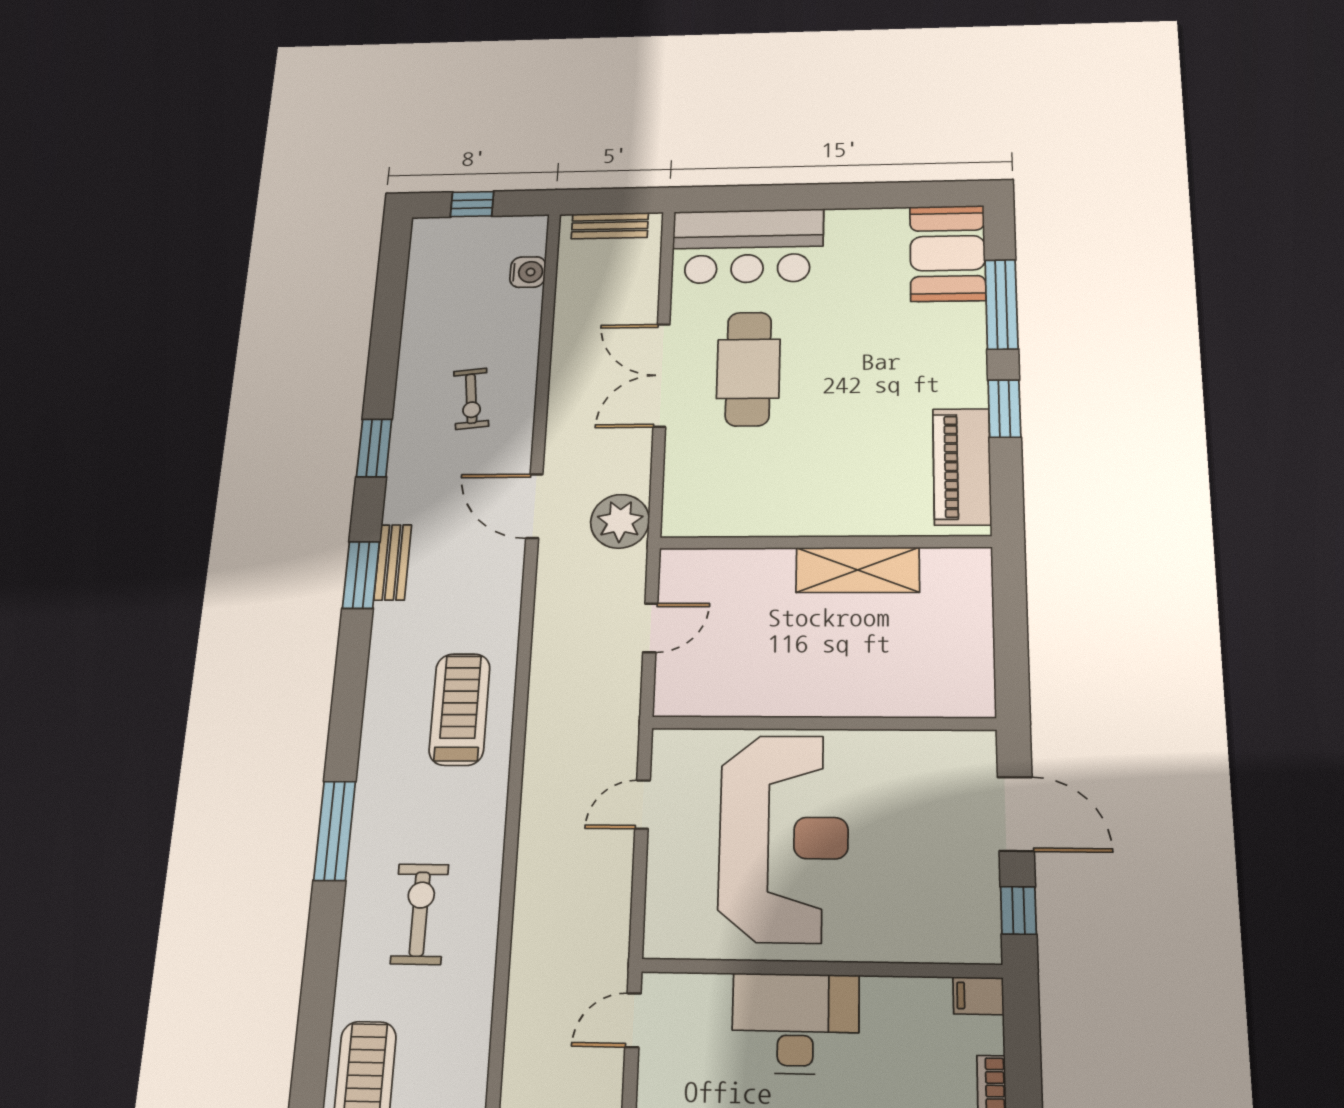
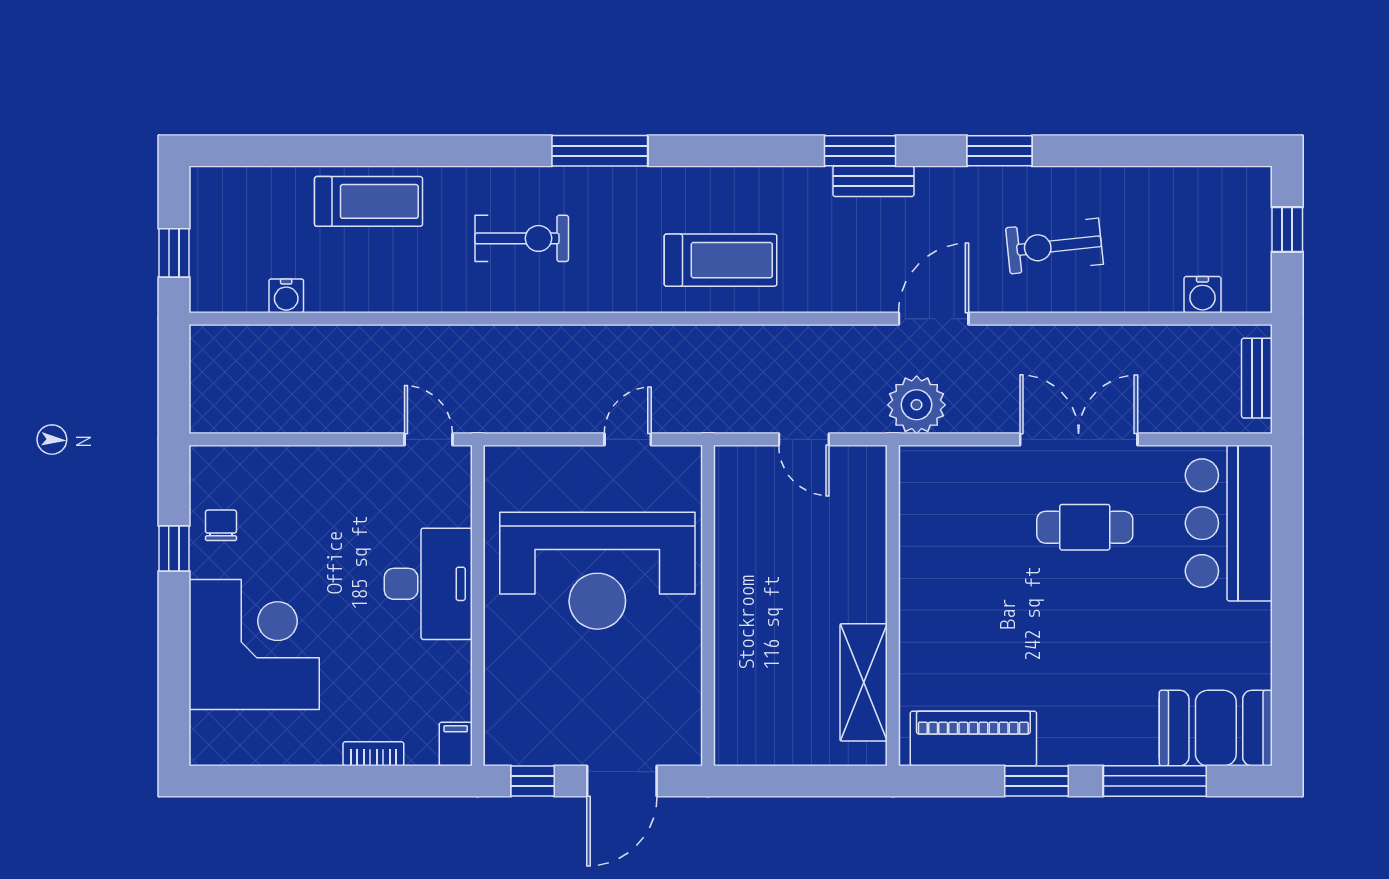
cafe table: (748, 369) -> (1085, 527), width x0.73, depth x0.74
exercise bike: (471, 399) -> (1054, 246), width x1.38, depth x1.39
shelving: (858, 570) -> (864, 682), moved
door: (642, 805) -> (628, 439), hinge flipped

